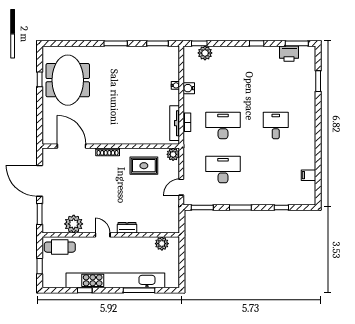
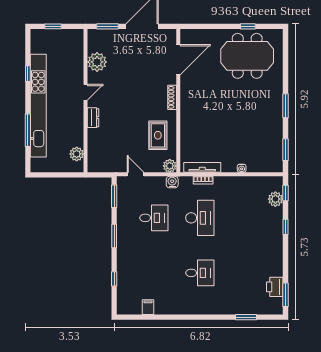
window: (257, 43) -> (285, 227), moved
water cooler: (189, 88) -> (172, 182), moved
desk: (223, 170) -> (154, 218), width x0.73
cafe table: (60, 247) -> (73, 47), removed

